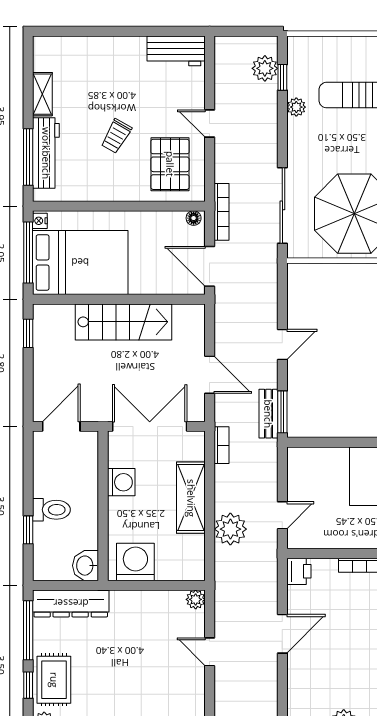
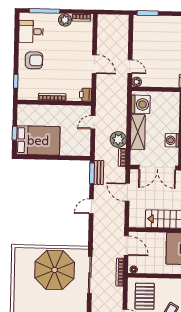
plant: (230, 529) -> (118, 139), moved
washing machine: (135, 562) -> (141, 104), moved, turned -90
door: (282, 634) -> (94, 64), swing flipped
door: (210, 652) -> (130, 67), moved

